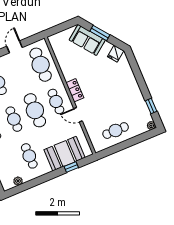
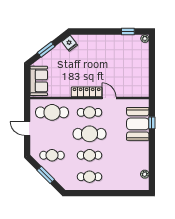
sofa: (87, 40) -> (39, 81), moved, turned -53
locker: (75, 90) -> (87, 92), width x1.53
door: (78, 115) -> (109, 98), swing flipped
cafe table: (116, 131) -> (136, 71), removed
cafe table: (29, 156) -> (127, 155), removed

